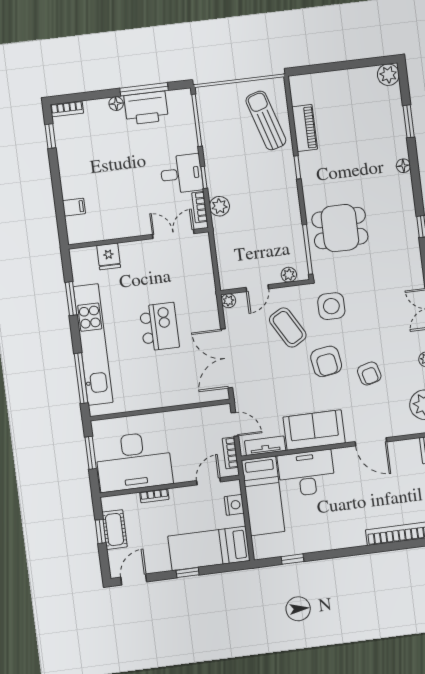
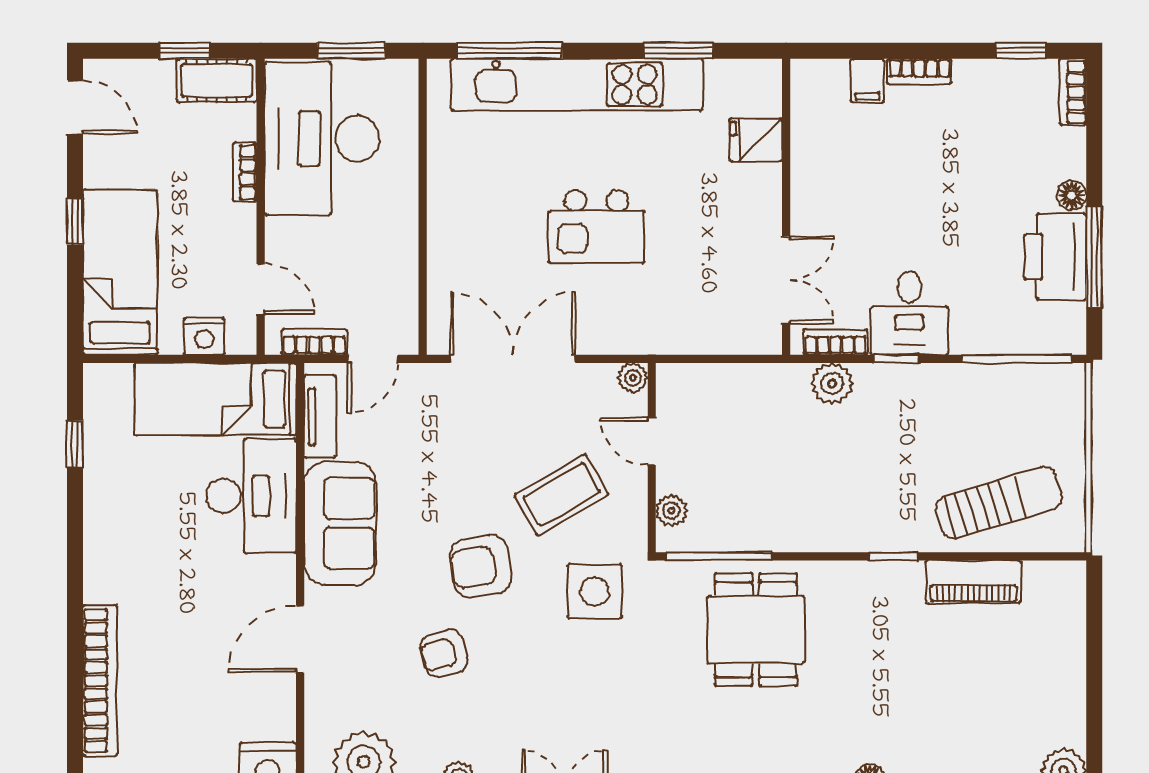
bookcase: (66, 183) -> (919, 71), added
cot: (115, 530) -> (217, 80), moved

